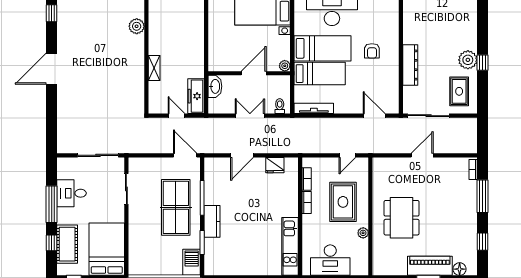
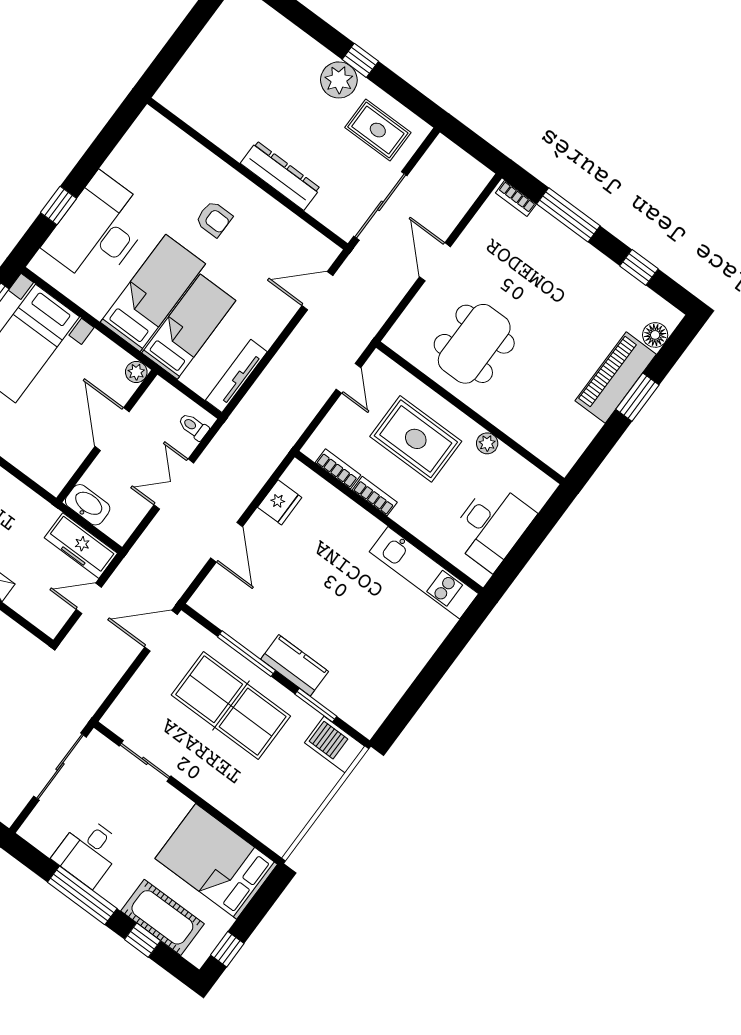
dining table: (402, 218) -> (474, 344), moved, turned 90

